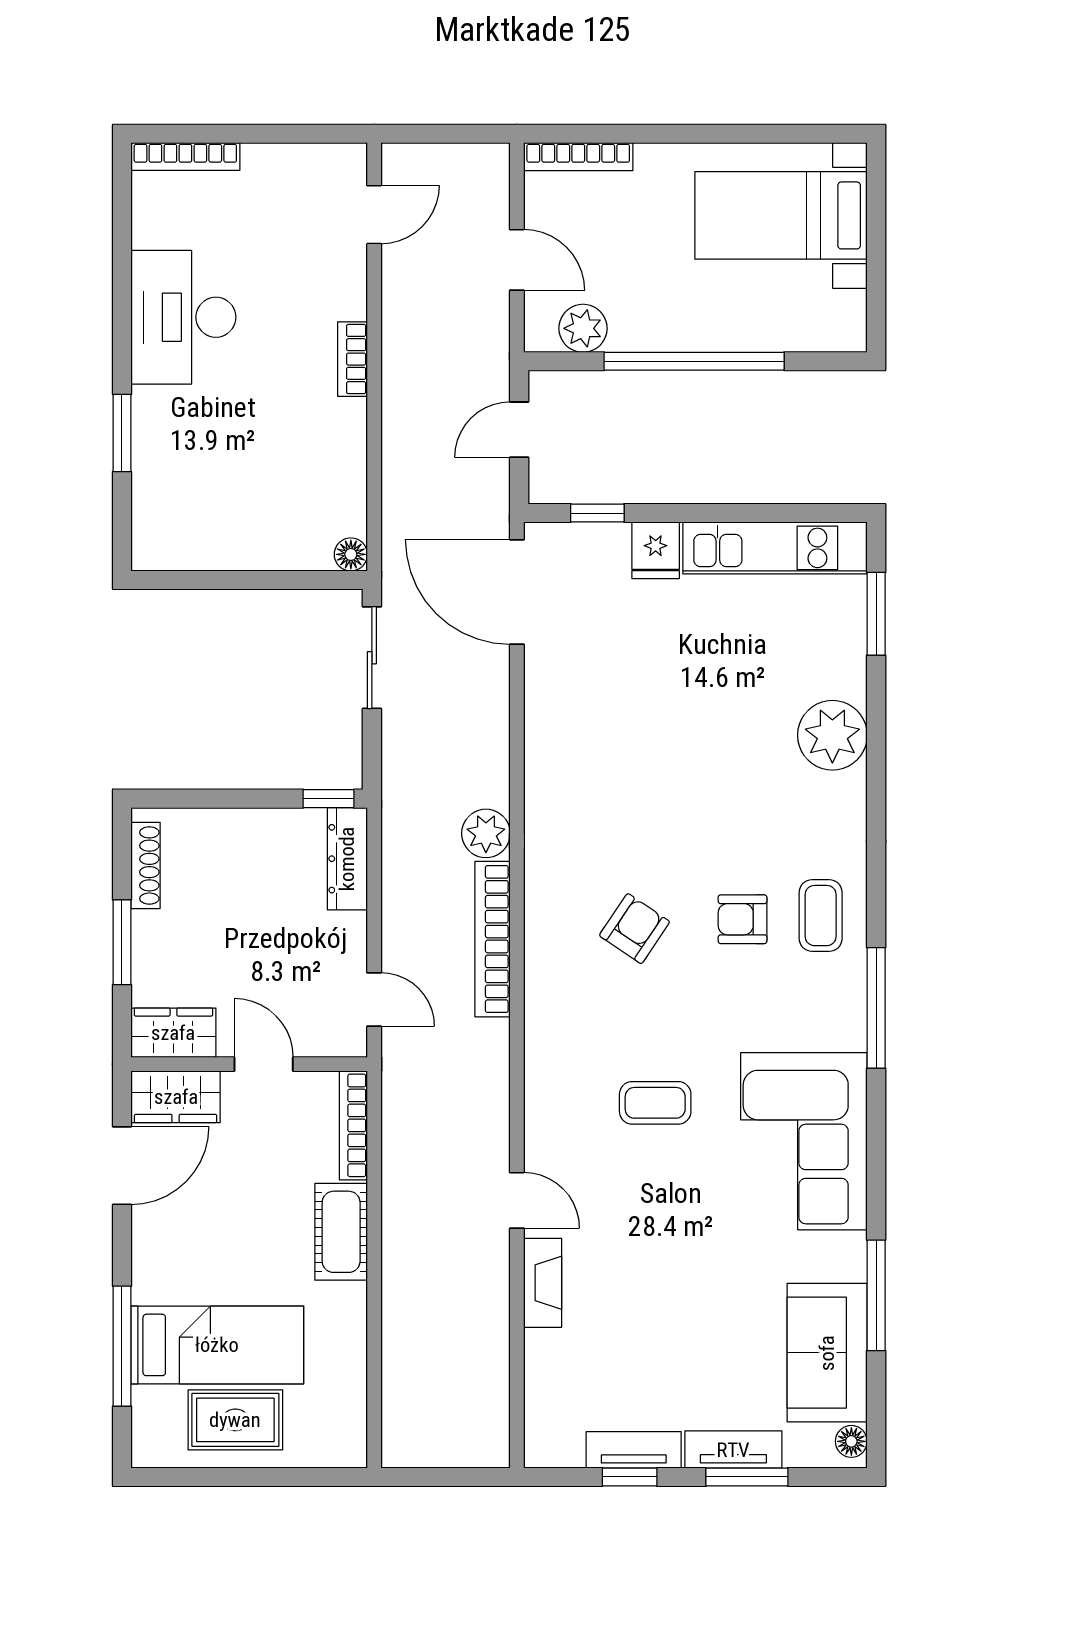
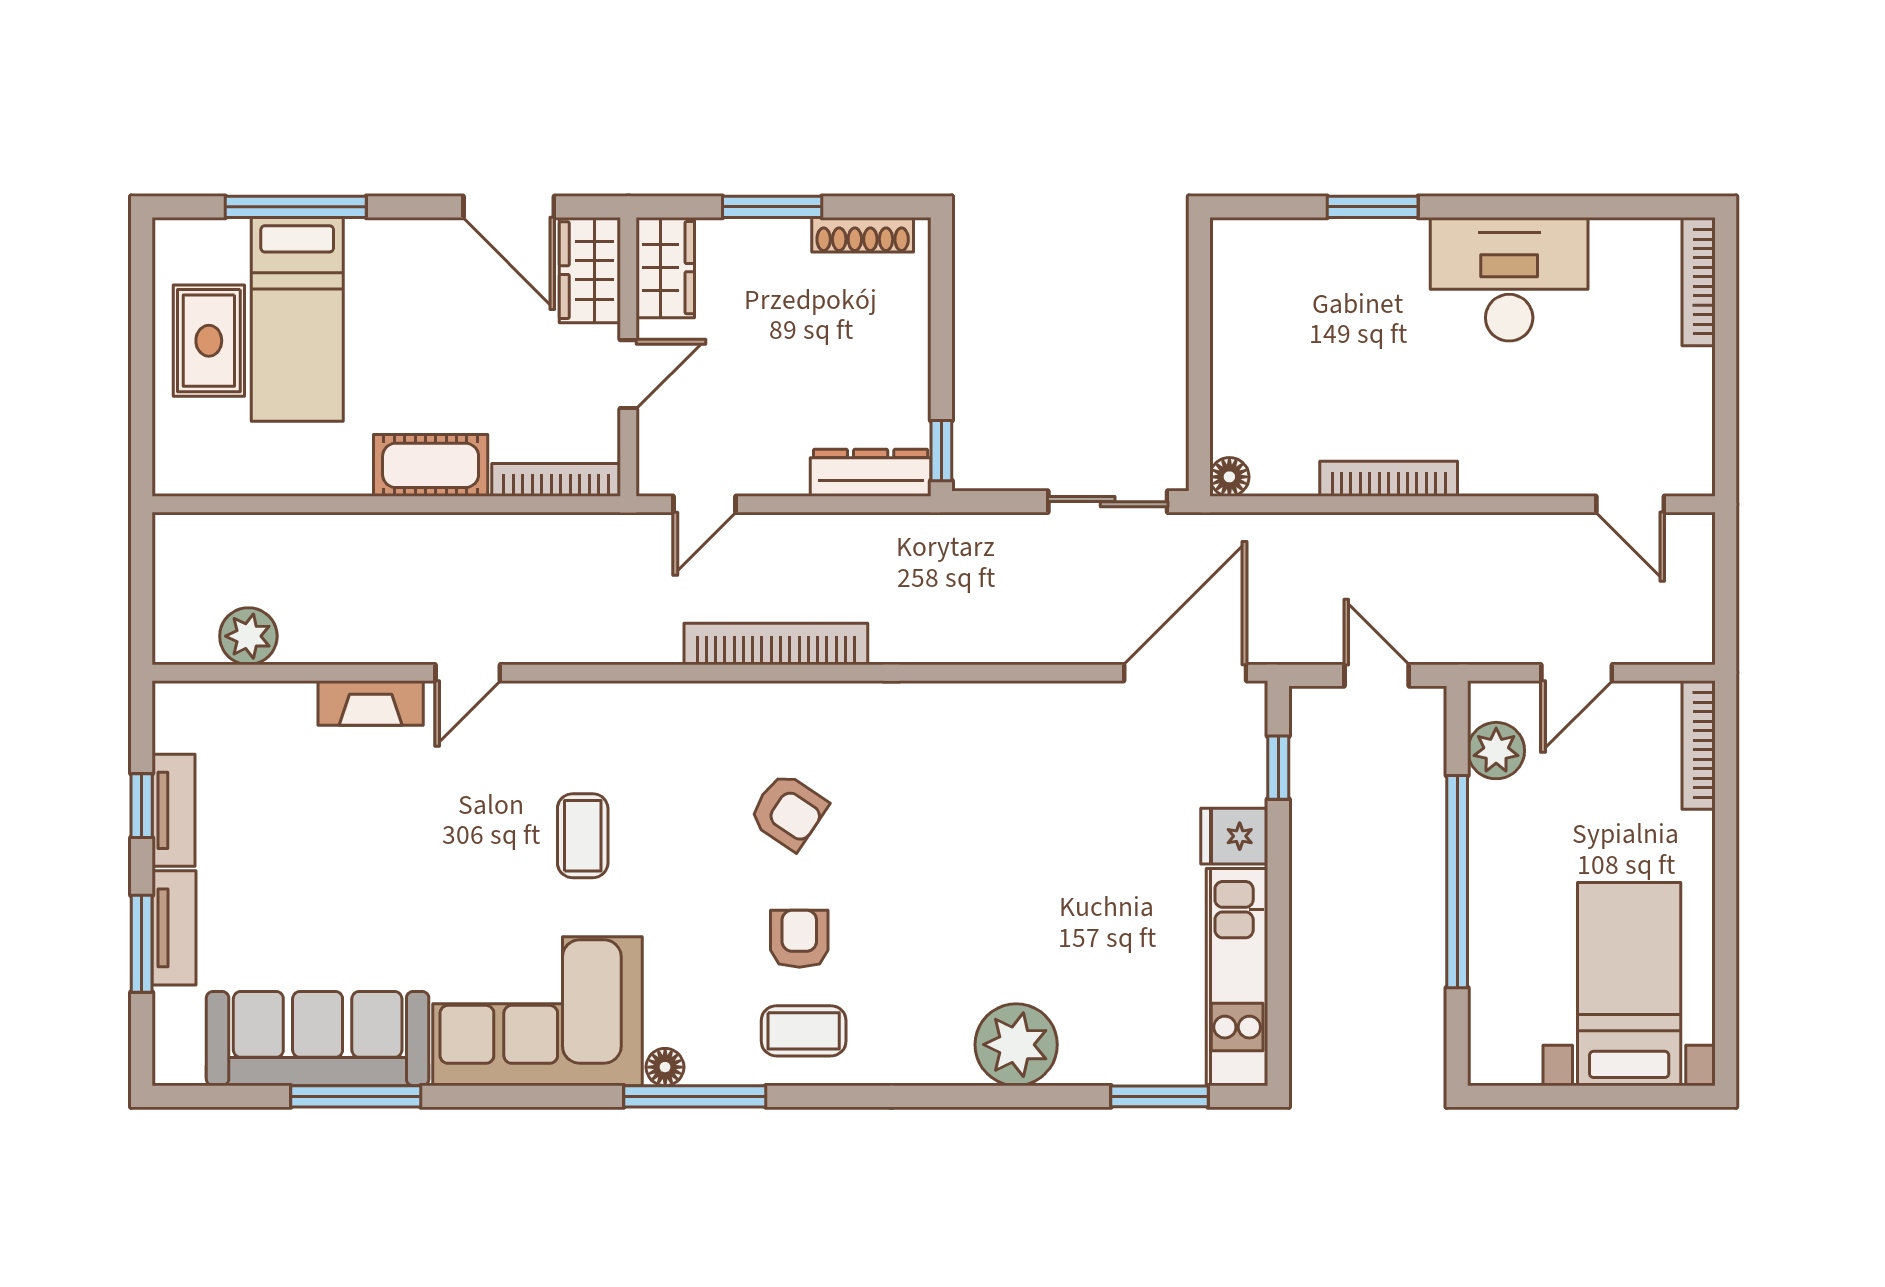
bookcase: (352, 359) -> (1389, 479), moved, width x1.56
plant: (486, 833) -> (248, 636), moved
sofa: (827, 1353) -> (318, 1039), width x1.36
floor lamp: (851, 1441) -> (665, 1067), moved

